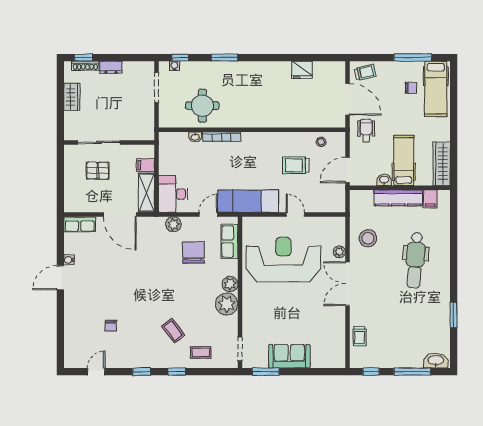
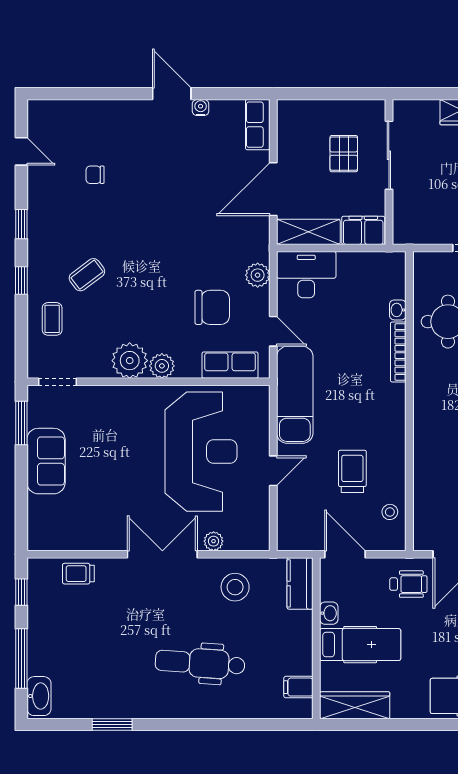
filing cabinet: (146, 165) -> (363, 230), width x2.00
kitchen counter: (398, 198) -> (300, 583), moved, width x0.67

